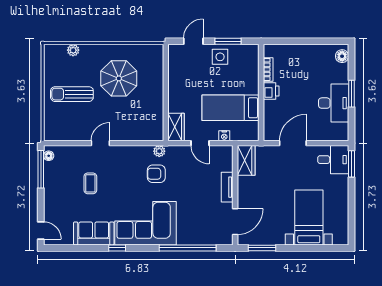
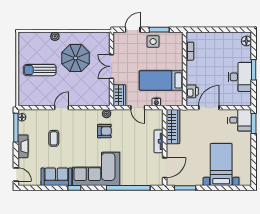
plant: (73, 50) -> (55, 36), moved
double door: (166, 89) -> (112, 66), added
printer: (271, 91) -> (192, 91), moved
wardrobe: (246, 160) -> (173, 127), width x1.50
armchair: (156, 174) -> (104, 131), turned 180
fireplace: (50, 194) -> (23, 146), added

